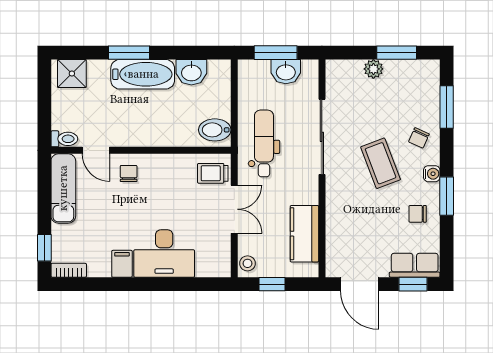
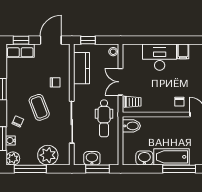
window: (129, 53) -> (179, 169), width x1.44
window: (397, 53) -> (30, 169), width x1.44
plant: (373, 69) -> (48, 155), width x1.87, depth x1.87
plant: (428, 71) -> (13, 158), added
water cooler: (432, 174) -> (11, 140), moved
chair: (418, 214) -> (55, 82), moved
window: (272, 284) -> (88, 40), moved
door: (360, 284) -> (51, 40), hinge flipped

